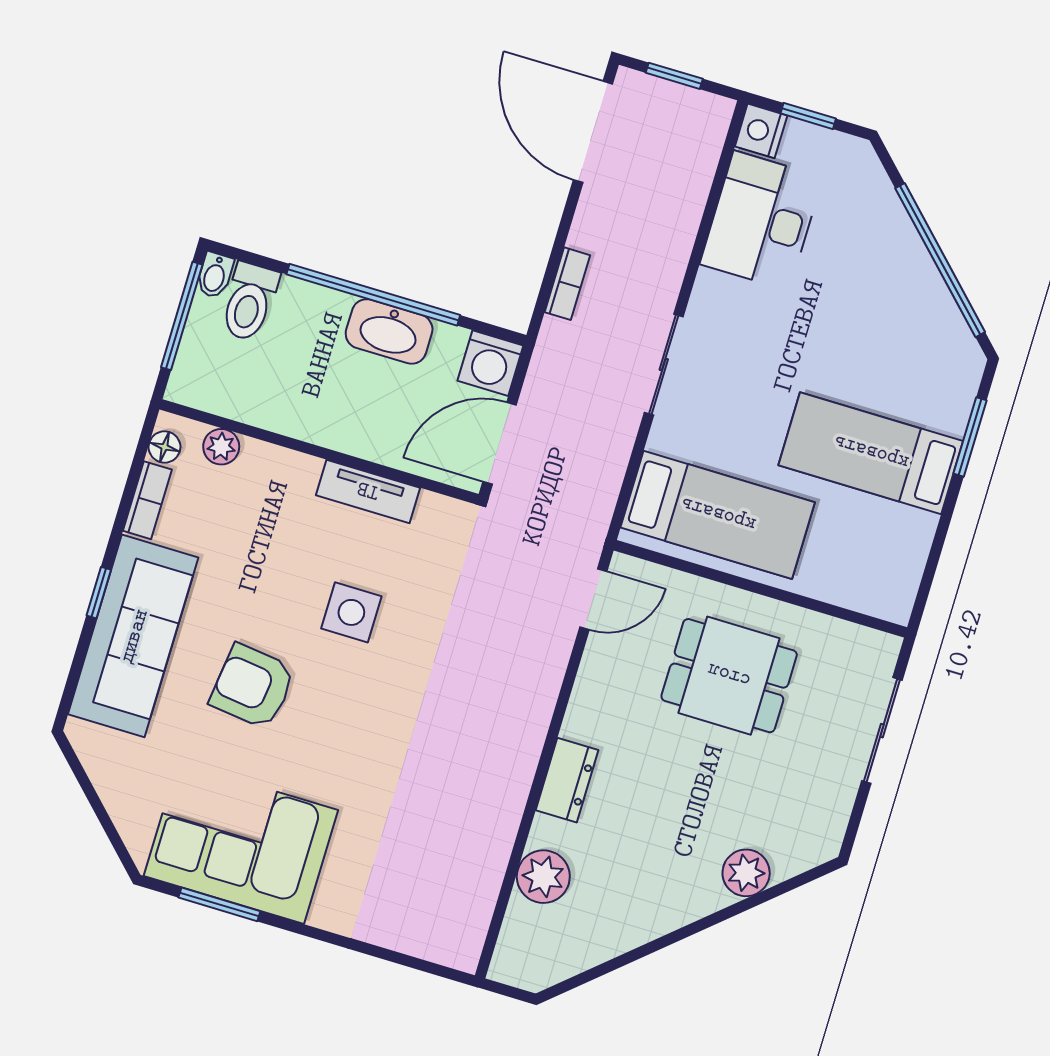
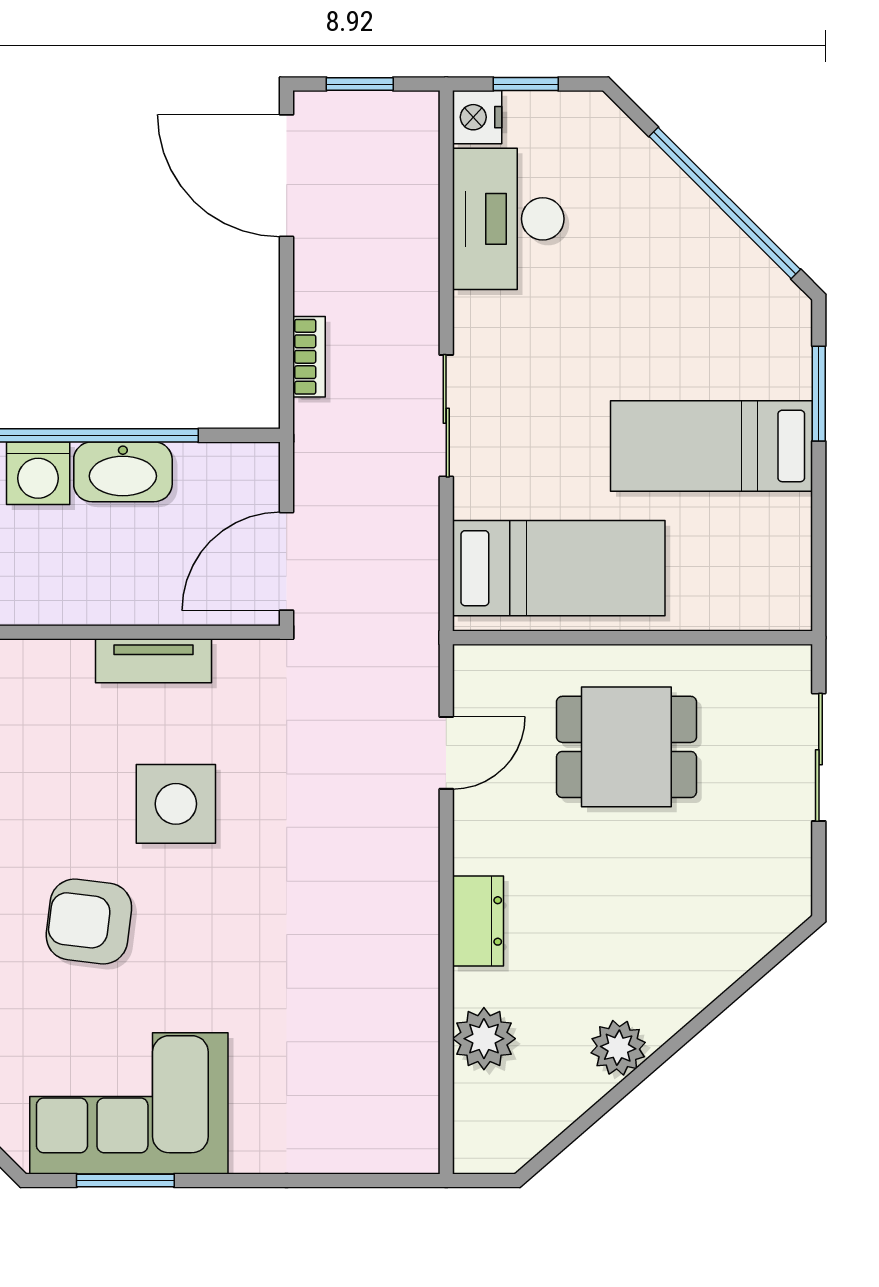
washing machine: (490, 363) -> (38, 473), moved
door: (593, 599) -> (446, 753), moved
side table: (351, 612) -> (176, 804), width x1.37, depth x1.37
plant: (746, 873) -> (618, 1048), moved

